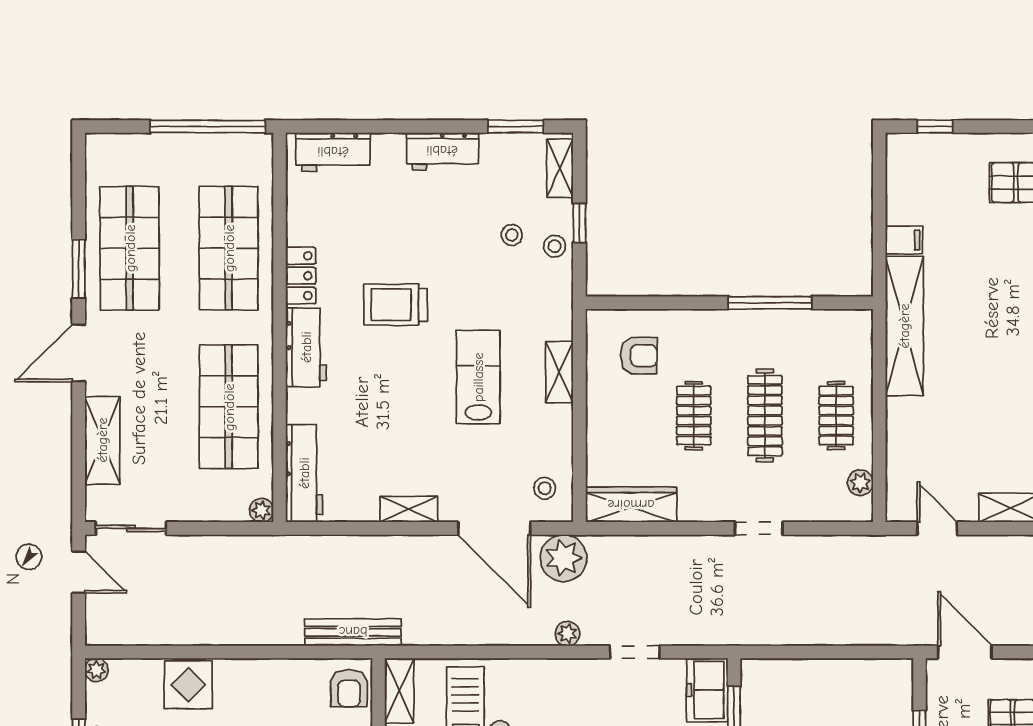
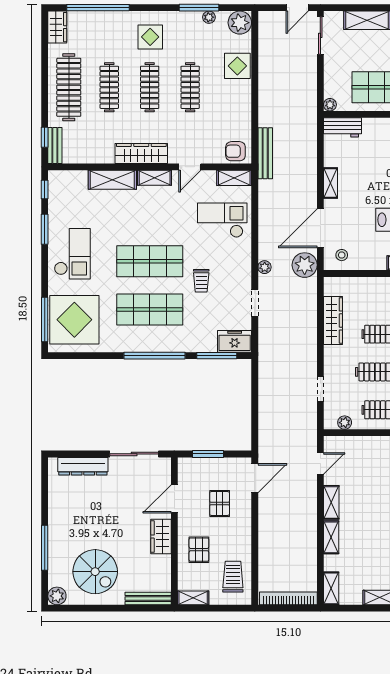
workbench: (304, 473) -> (342, 127), width x0.73
wardrobe: (631, 505) -> (333, 320), moved
doorway: (759, 528) -> (320, 389), moved
plant: (96, 670) -> (240, 23), width x1.88, depth x1.88

